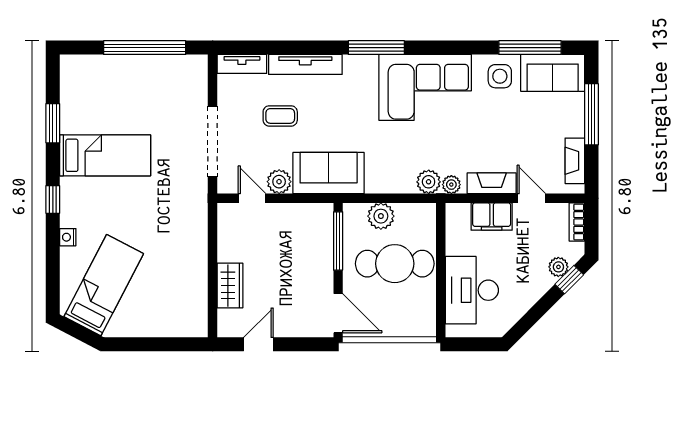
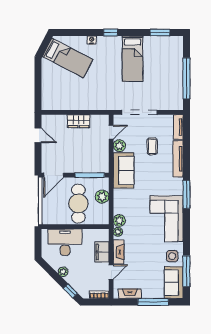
window: (53, 123) -> (160, 32), moved
plant: (558, 267) -> (63, 272), moved
wardrobe: (230, 286) -> (79, 121), moved

